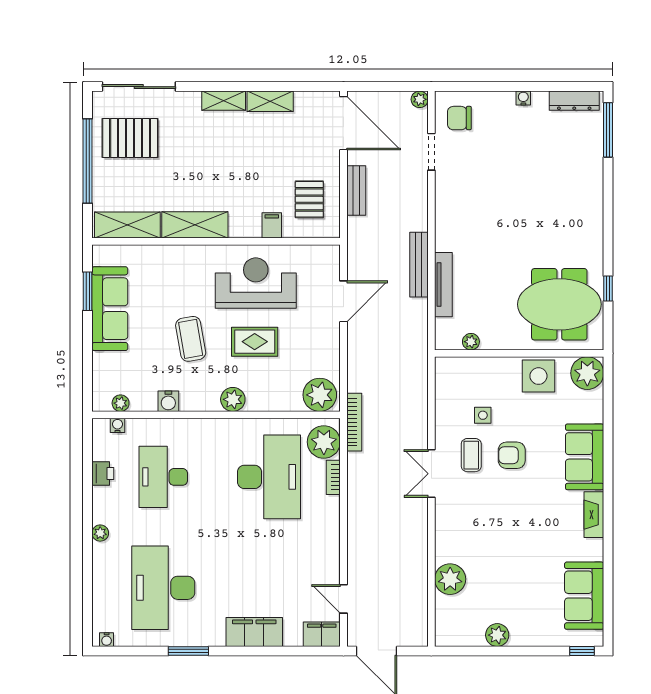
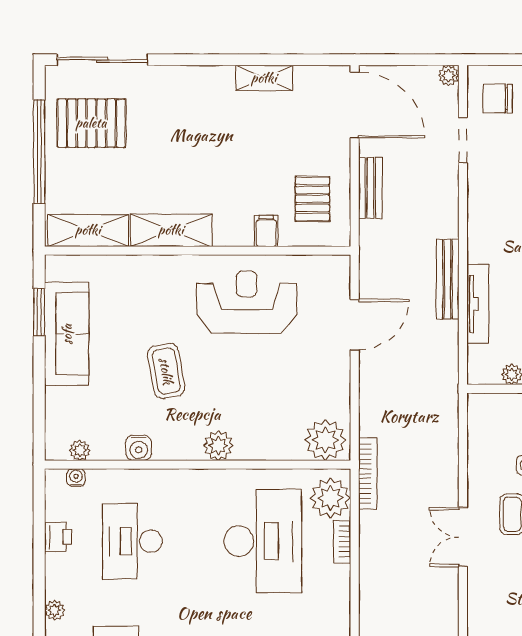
shelving: (224, 101) -> (207, 77), removed
rug: (255, 342) -> (245, 374), removed

